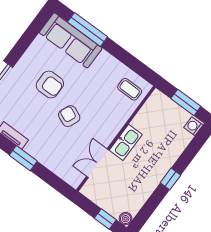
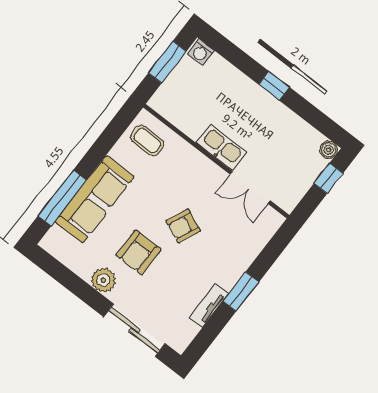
sofa: (71, 40) -> (95, 199), moved
plant: (30, 60) -> (103, 280), added
armchair: (50, 85) -> (138, 252), turned 180
coffee table: (130, 89) -> (147, 141), turned 90

